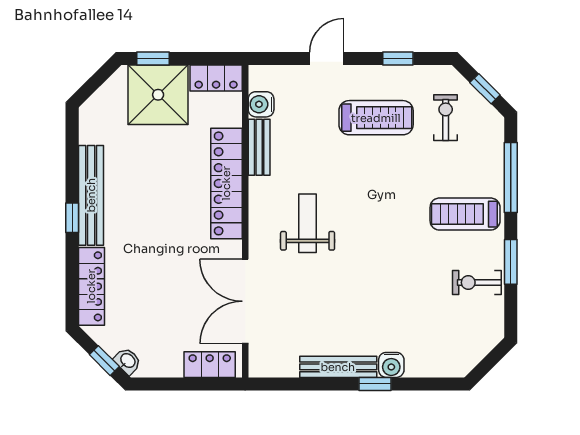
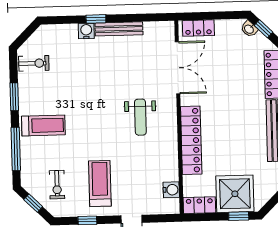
treadmill: (376, 118) -> (100, 183), turned 90
bench: (259, 147) -> (172, 163), removed
exercise bike: (477, 282) -> (34, 63), moved

